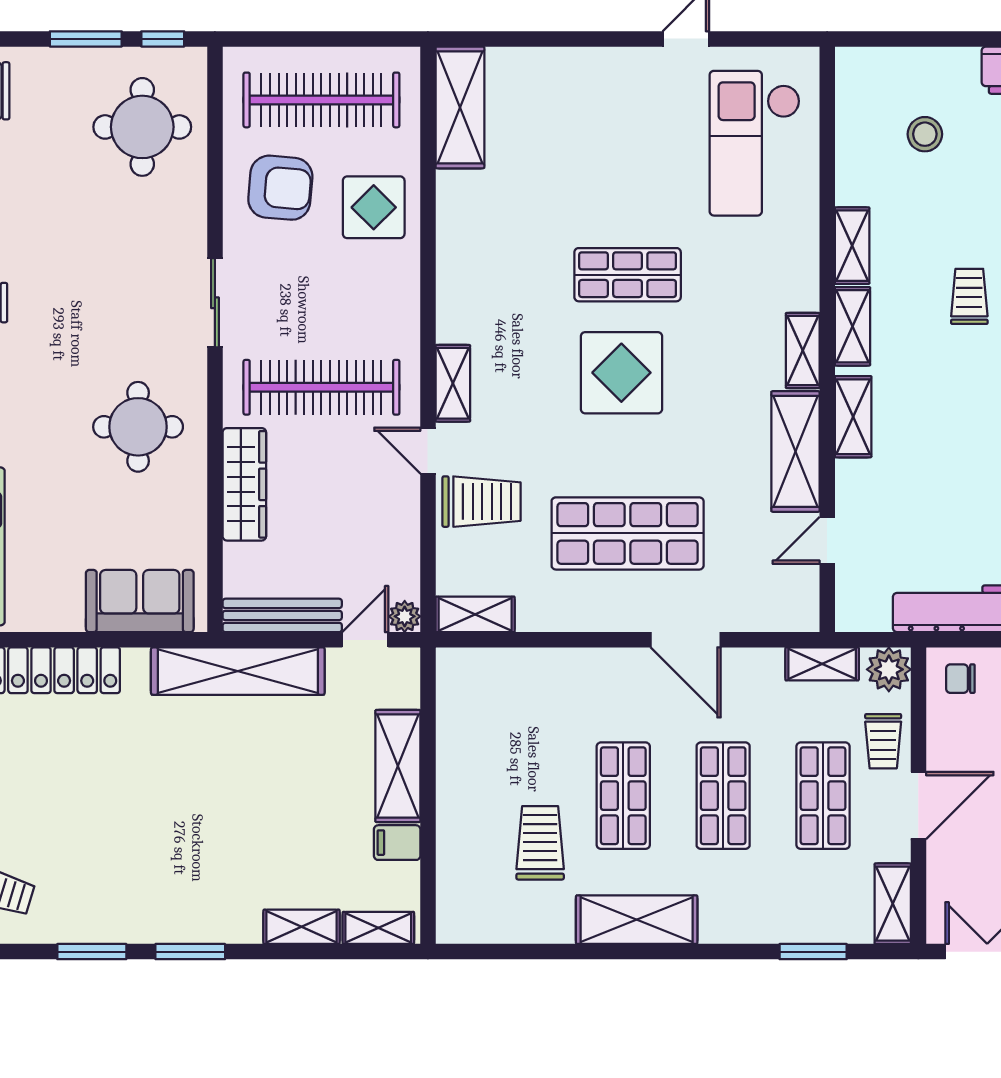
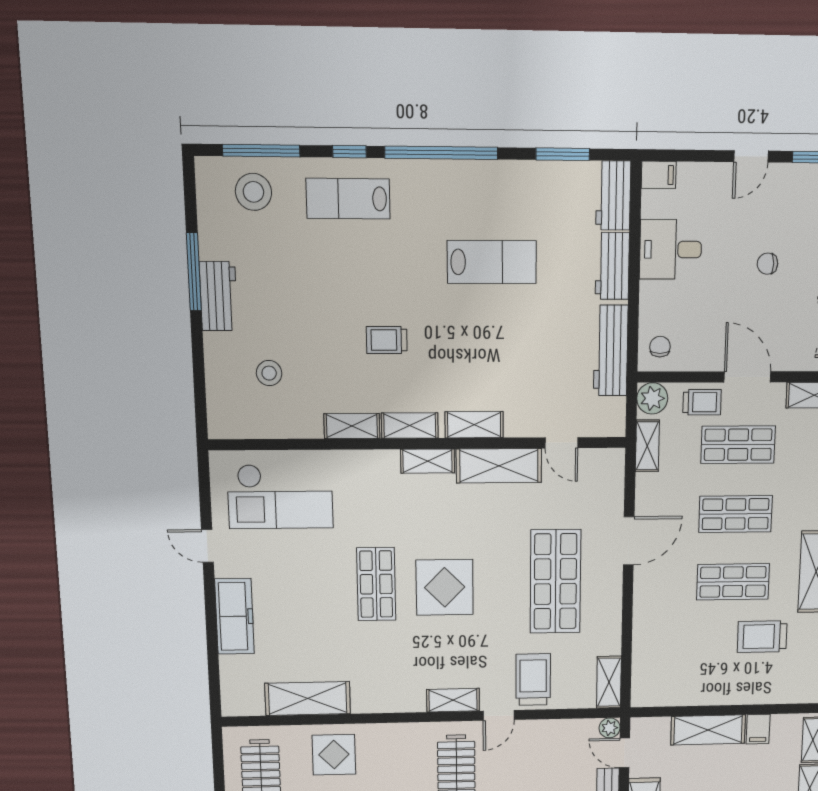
freezer: (584, 72) -> (235, 616), added
shelving: (460, 107) -> (308, 699), moved
chair: (960, 679) -> (660, 347), turned 180

